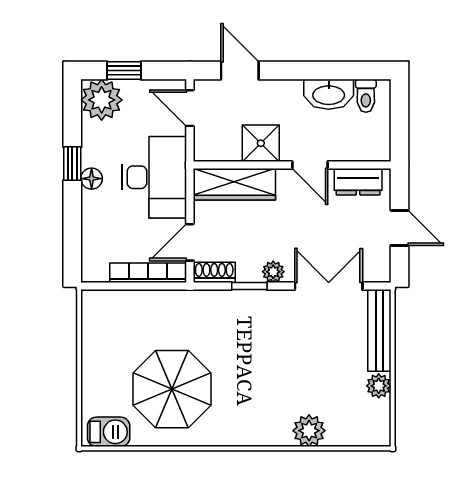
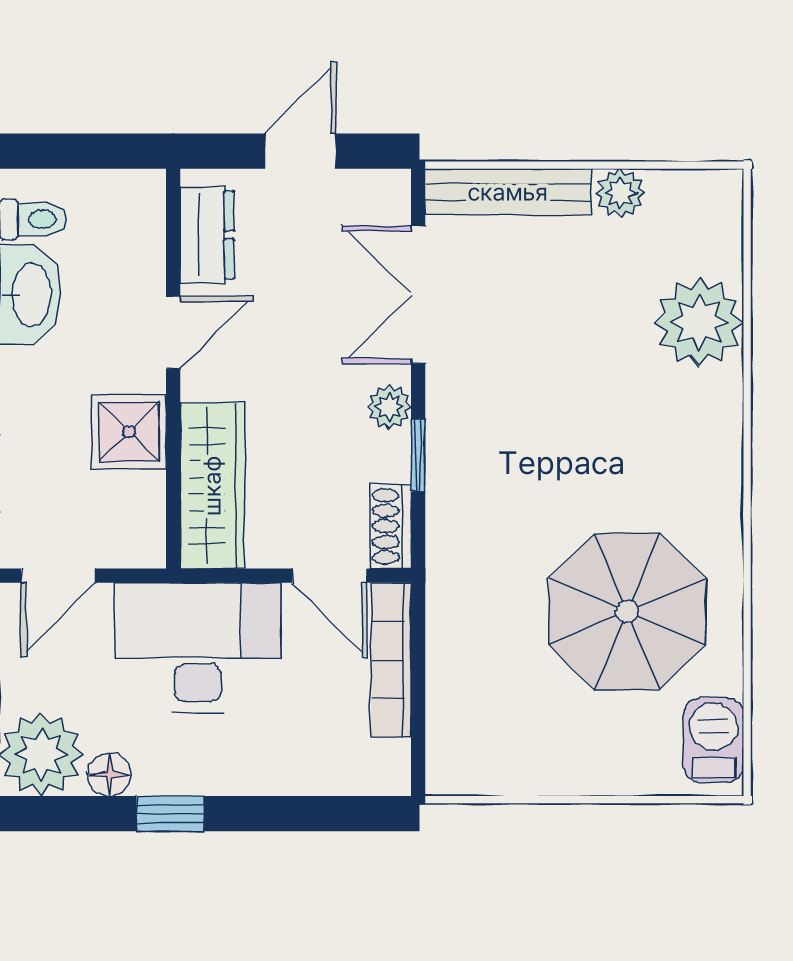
floor lamp: (92, 179) -> (109, 775), moved
plant: (309, 431) -> (699, 322), width x1.36, depth x1.36

